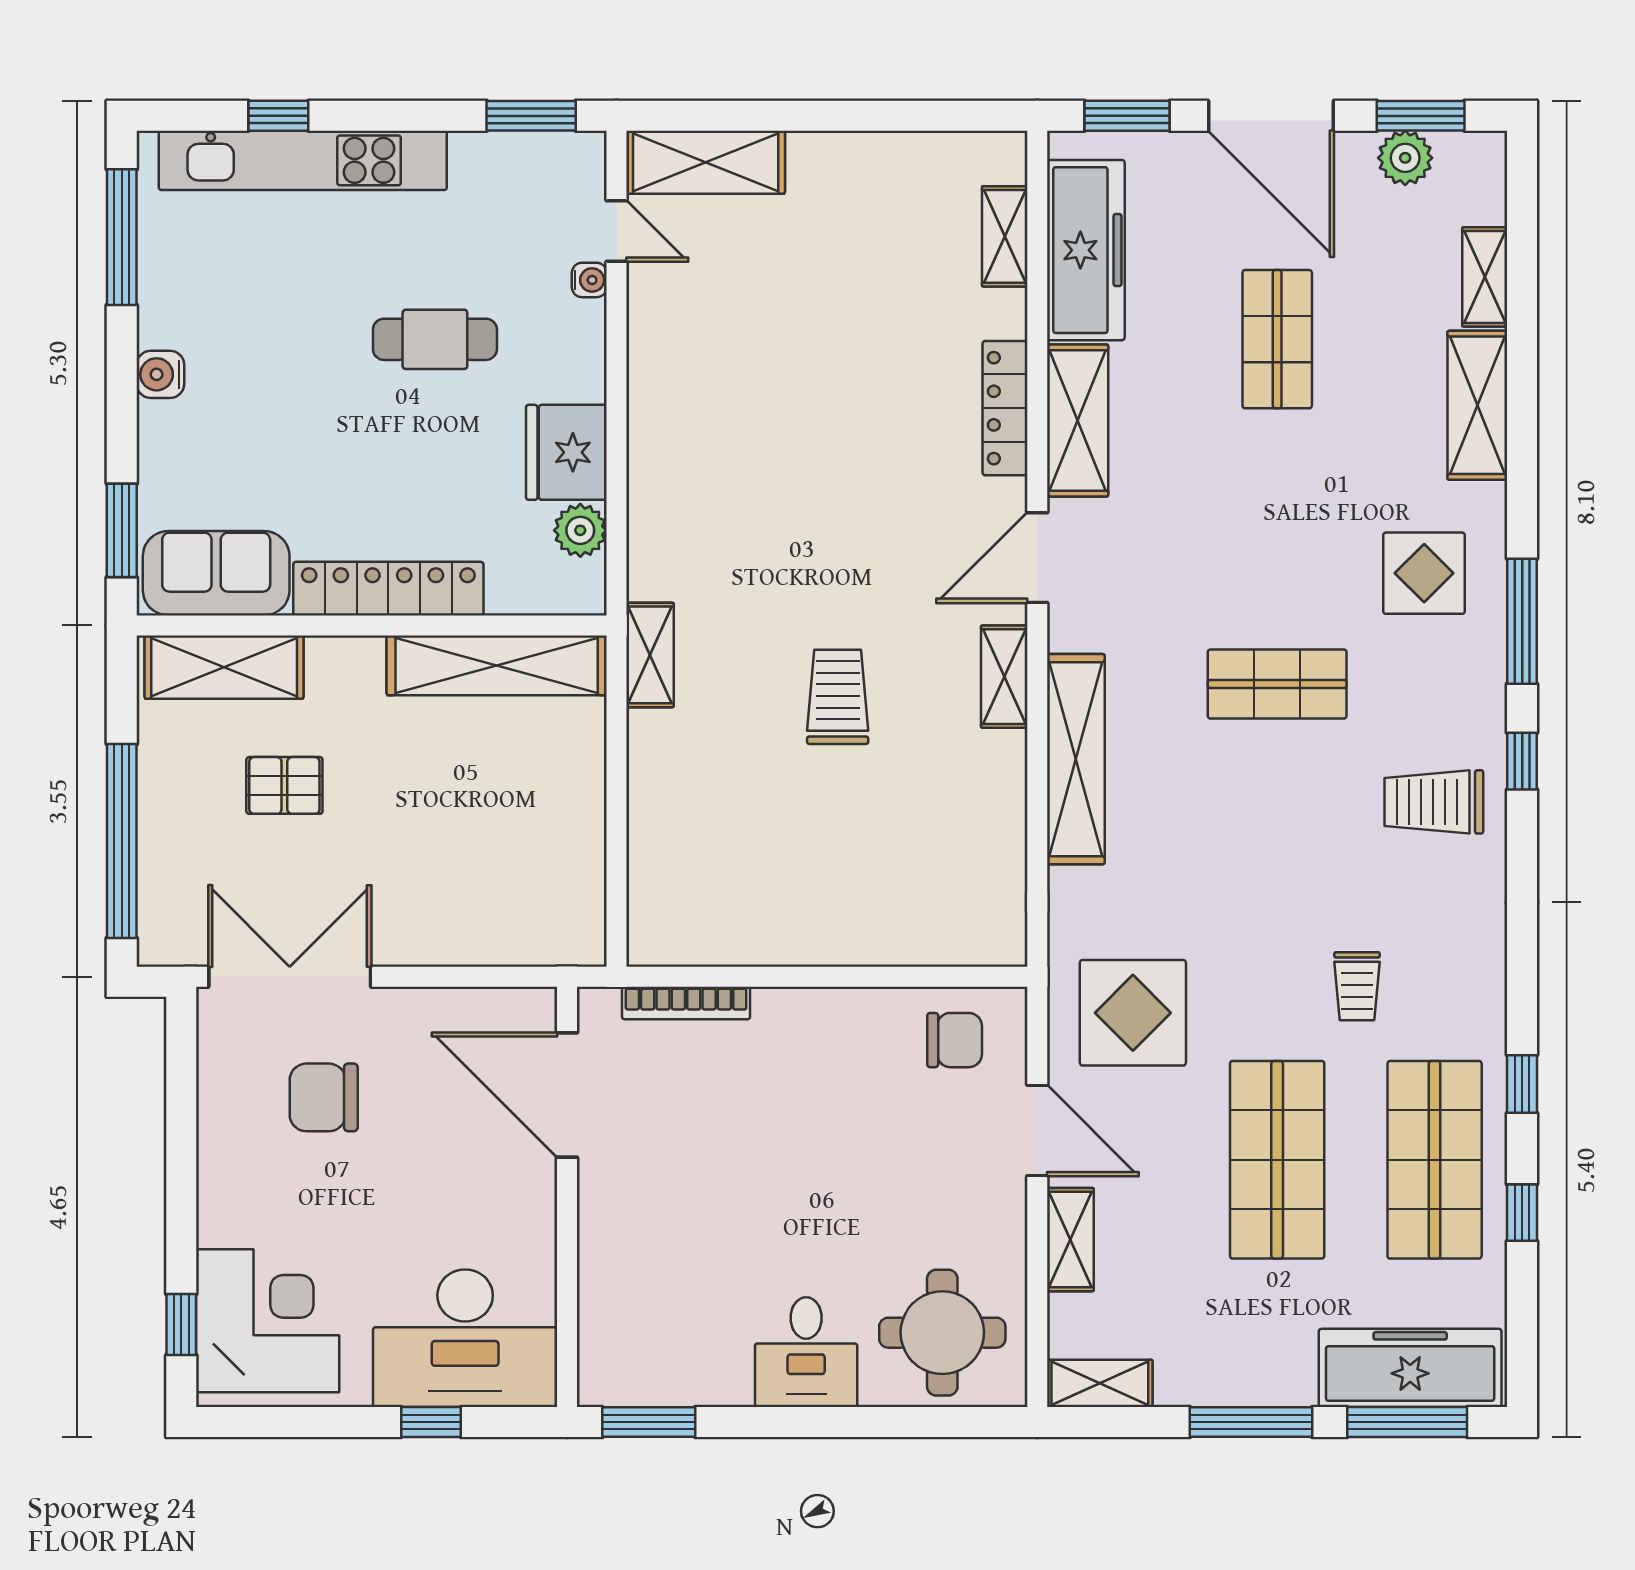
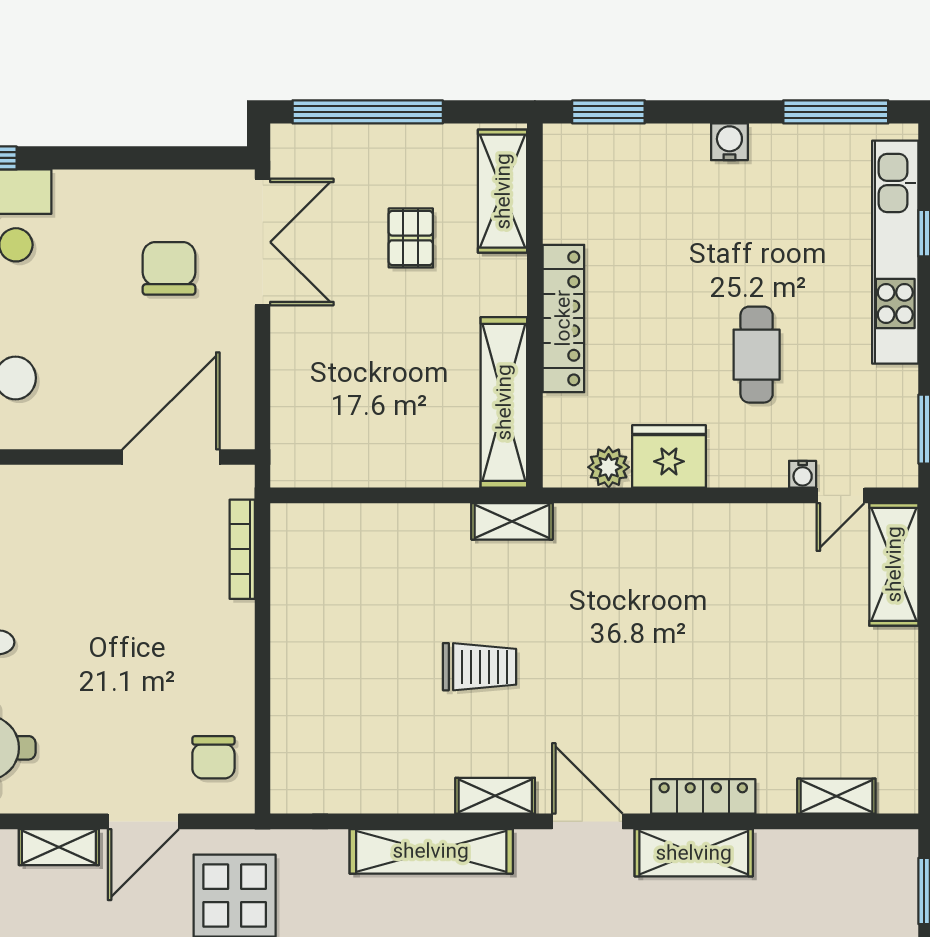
freezer: (1086, 250) -> (826, 859), removed
sofa: (216, 573) -> (575, 185), removed

